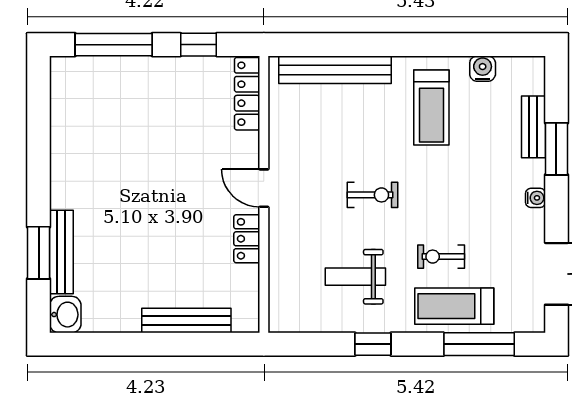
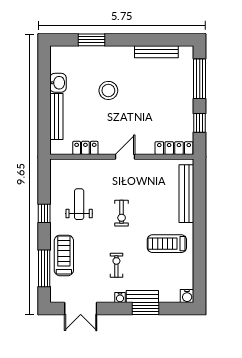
water cooler: (483, 69) -> (187, 296), moved, turned 90
bench: (533, 127) -> (142, 297), moved
stool: (136, 220) -> (108, 90), added
locker: (247, 239) -> (85, 148), moved
bench: (61, 252) -> (156, 52), moved
exercise bike: (441, 257) -> (116, 265), moved
washbasin: (65, 315) -> (58, 83), moved, turned -90

